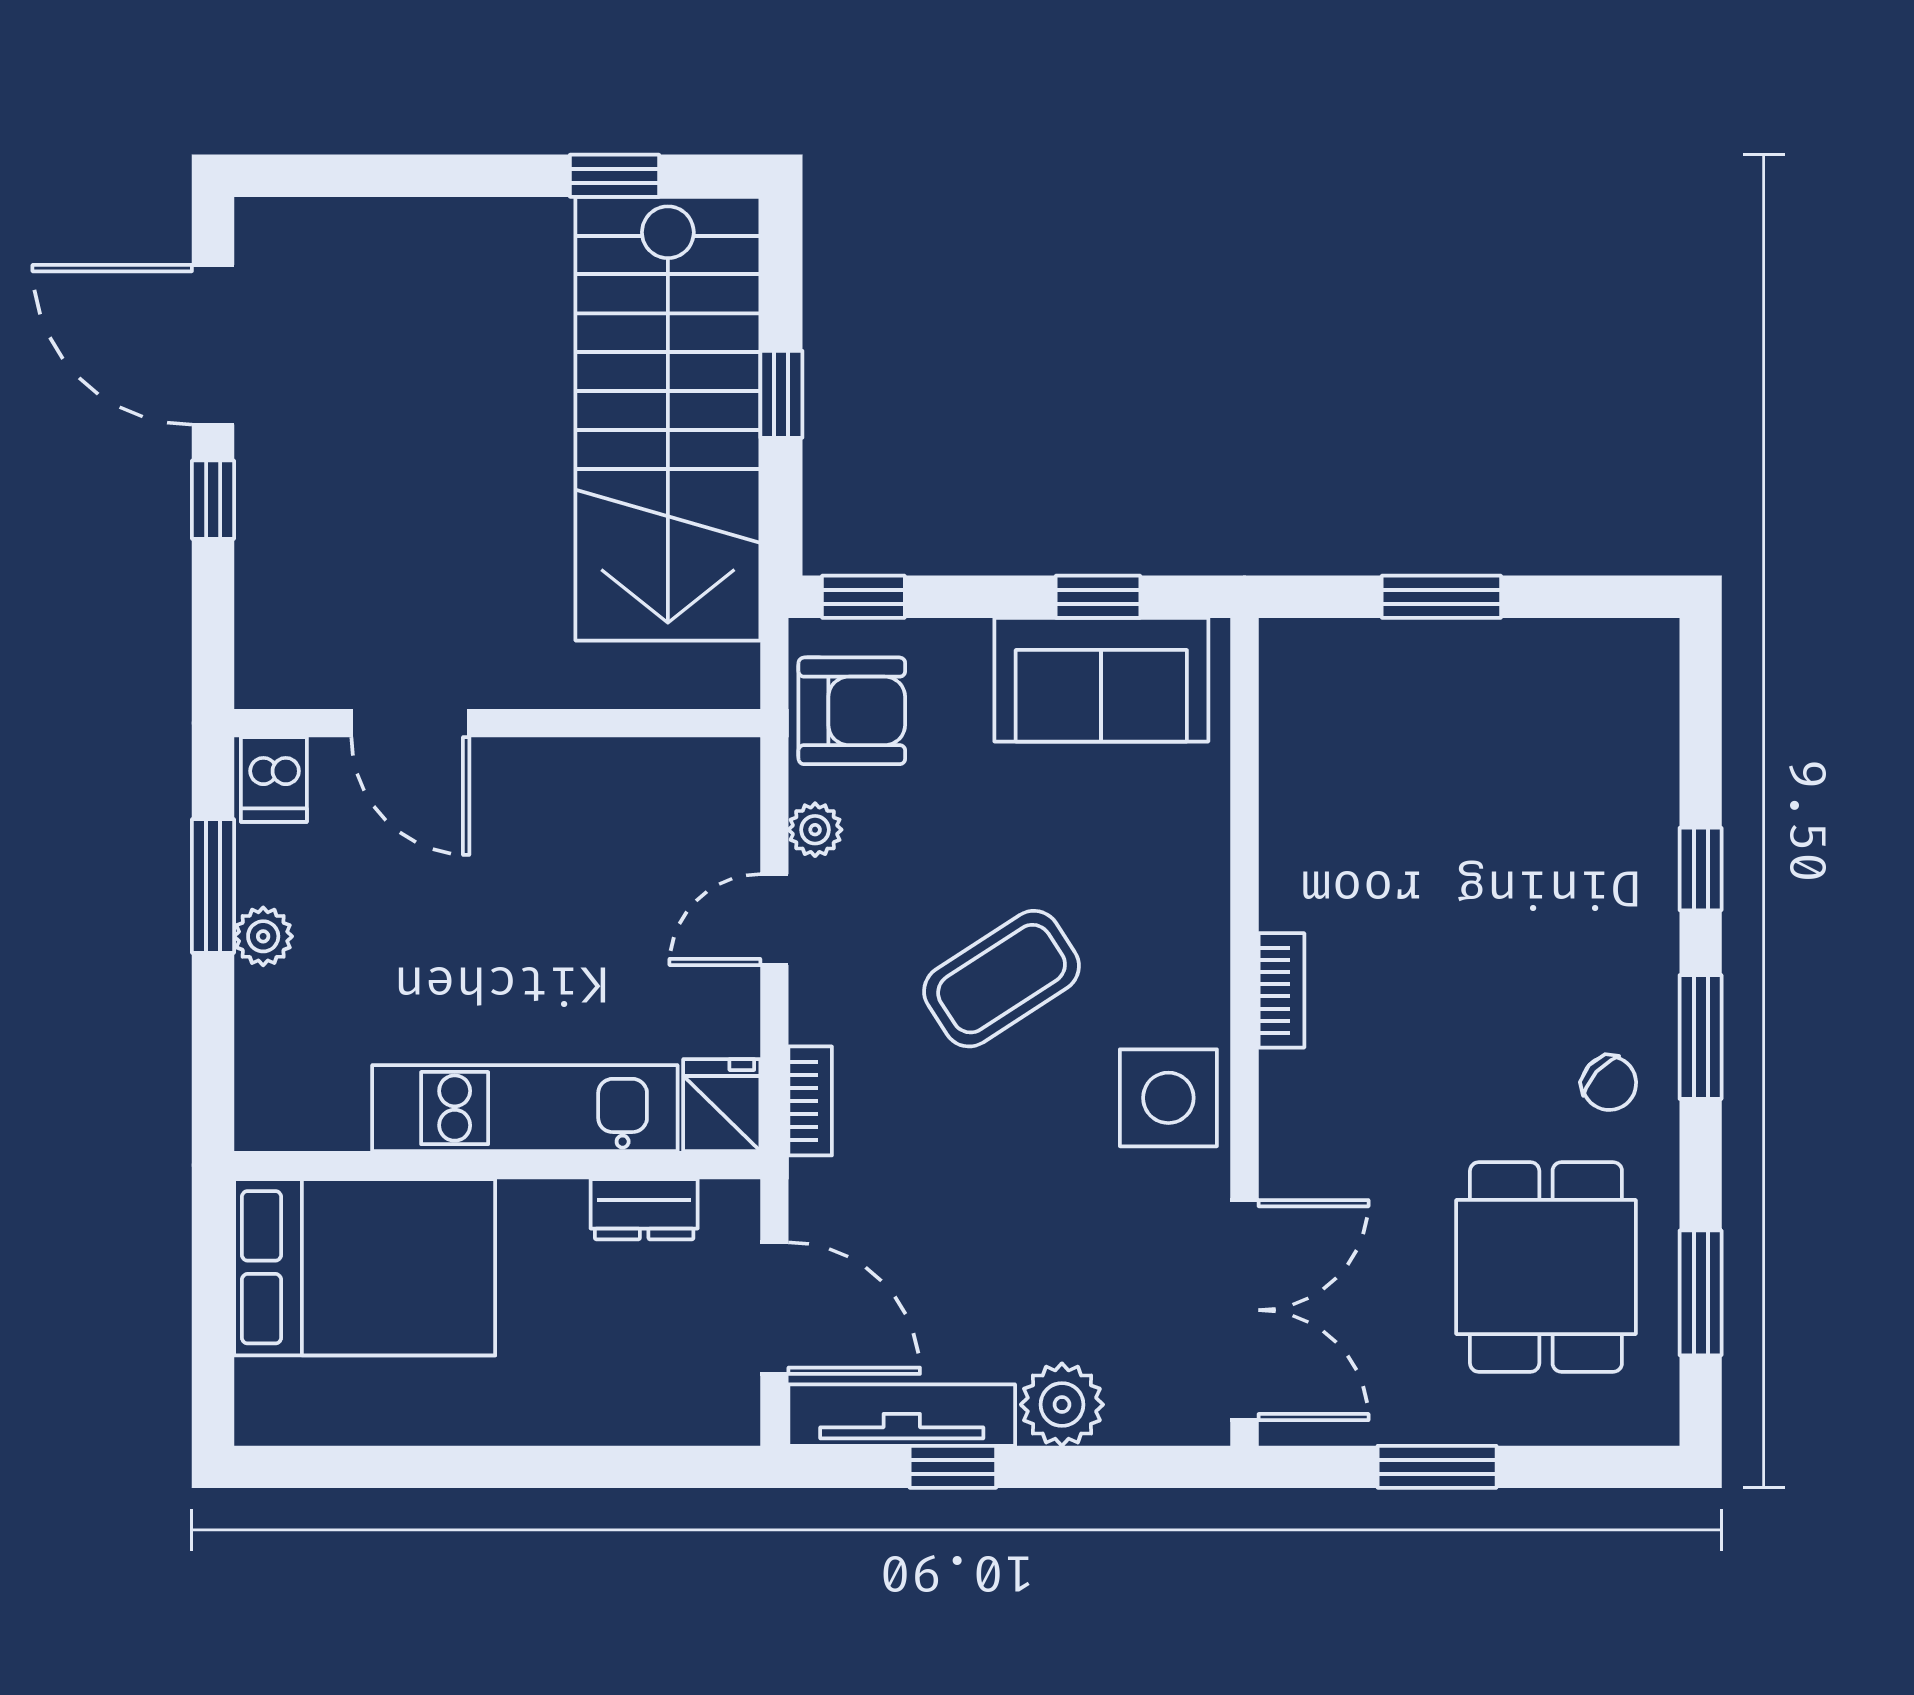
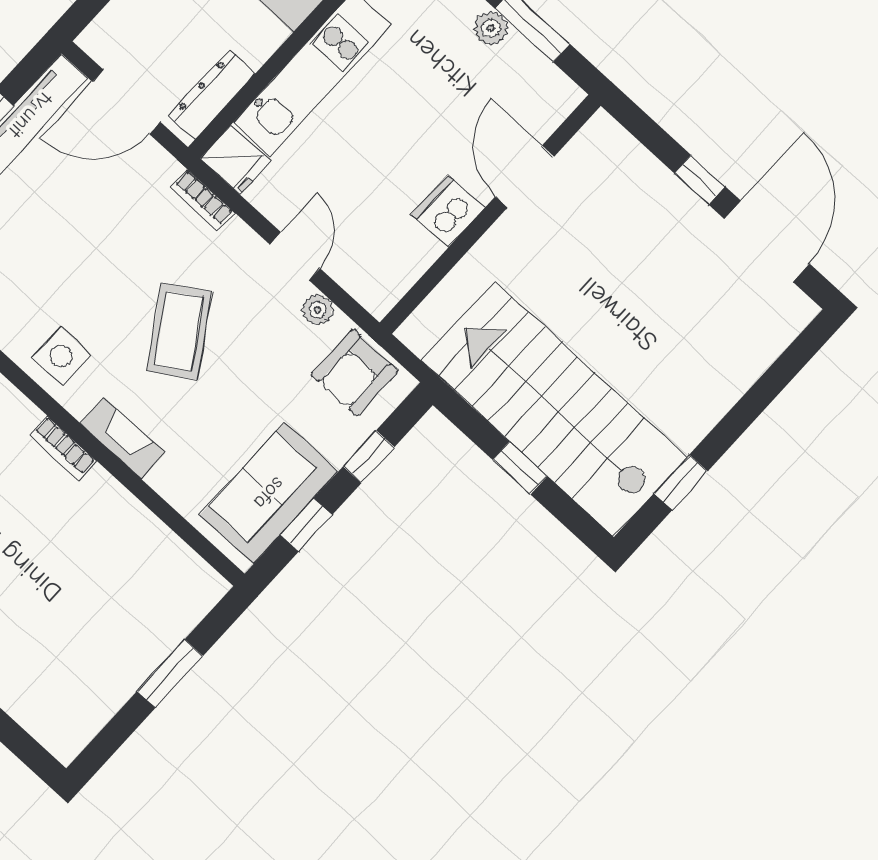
door: (213, 345) -> (767, 241), hinge flipped
window: (863, 597) -> (369, 457), moved
door: (410, 723) -> (525, 177), hinge flipped
dishwasher: (274, 779) -> (448, 211), moved, width x1.38
fireplace: (1200, 927) -> (123, 438), added
side table: (1168, 1098) -> (61, 356), width x0.73, depth x0.73
dresser: (644, 1209) -> (212, 95), width x1.44

